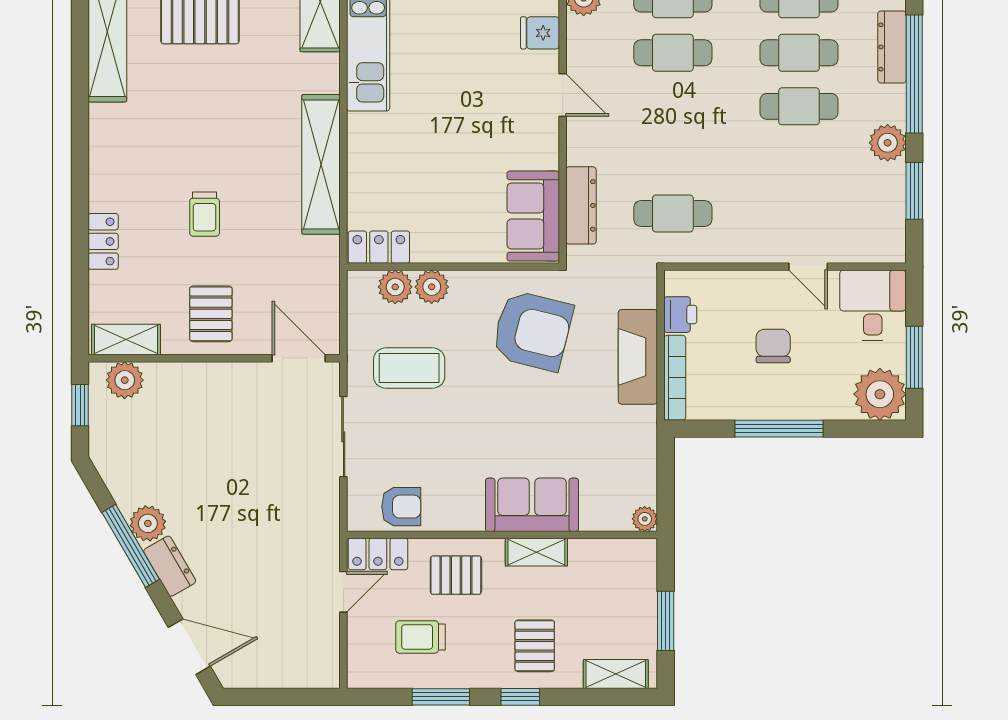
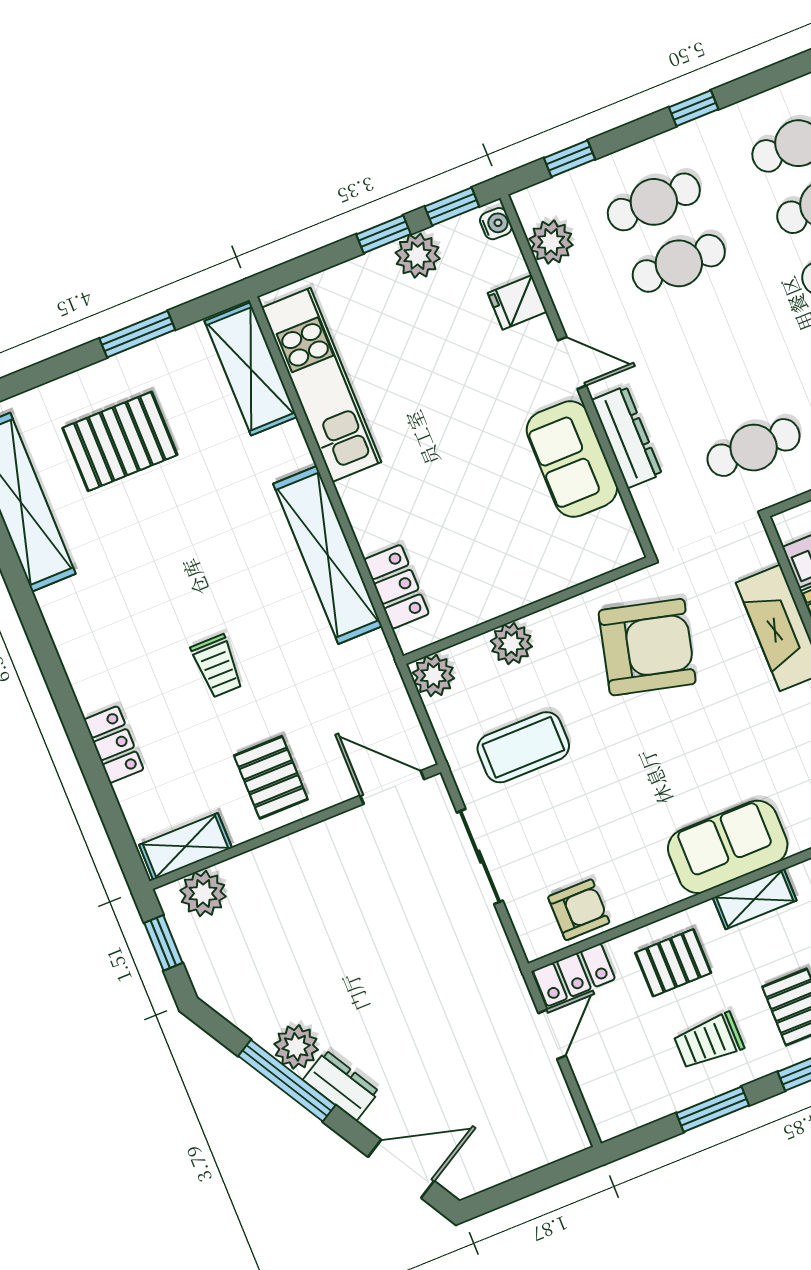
dresser: (581, 205) -> (627, 437), moved
sofa: (533, 216) -> (572, 459), moved
locker: (379, 247) -> (396, 587), moved, turned 90
plant: (395, 287) -> (433, 676), moved
trolley: (421, 637) -> (709, 1041), moved

